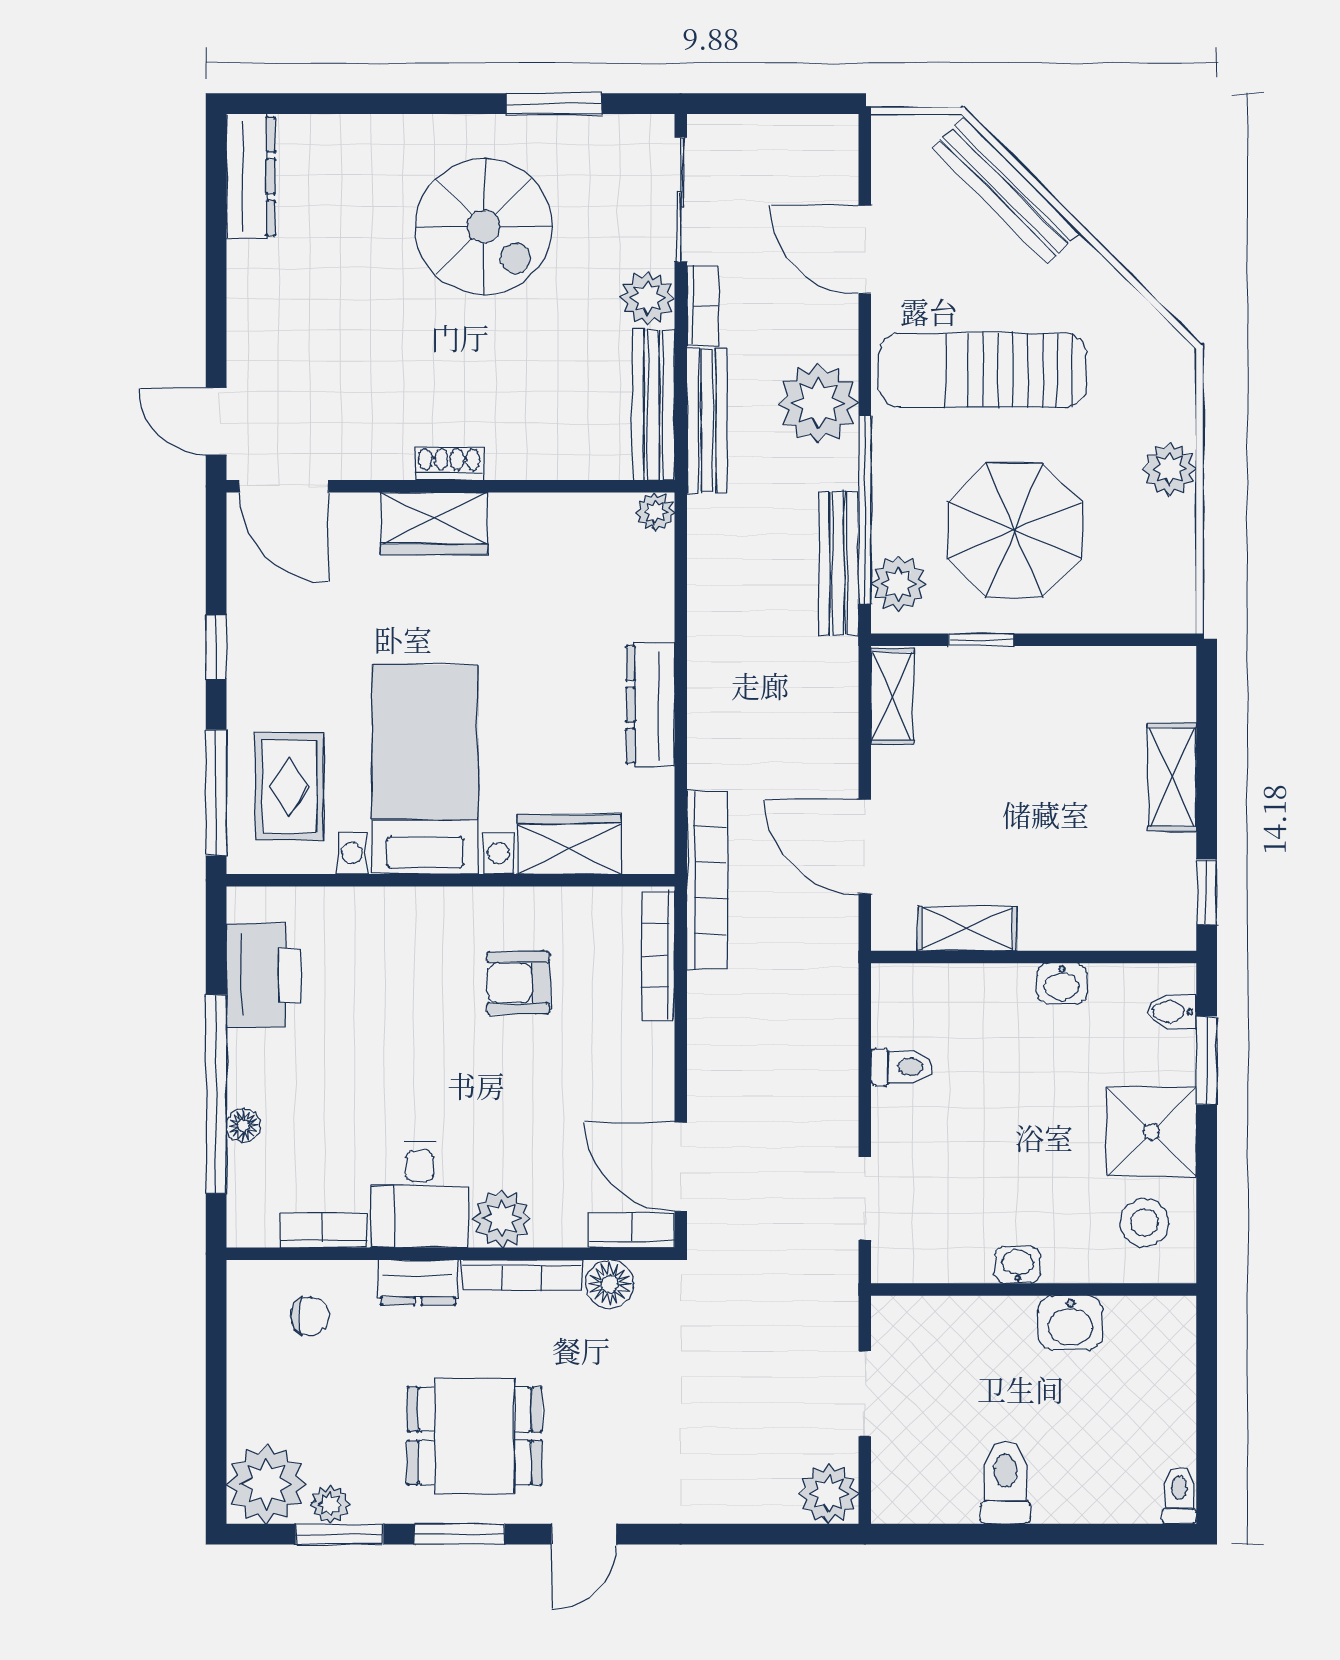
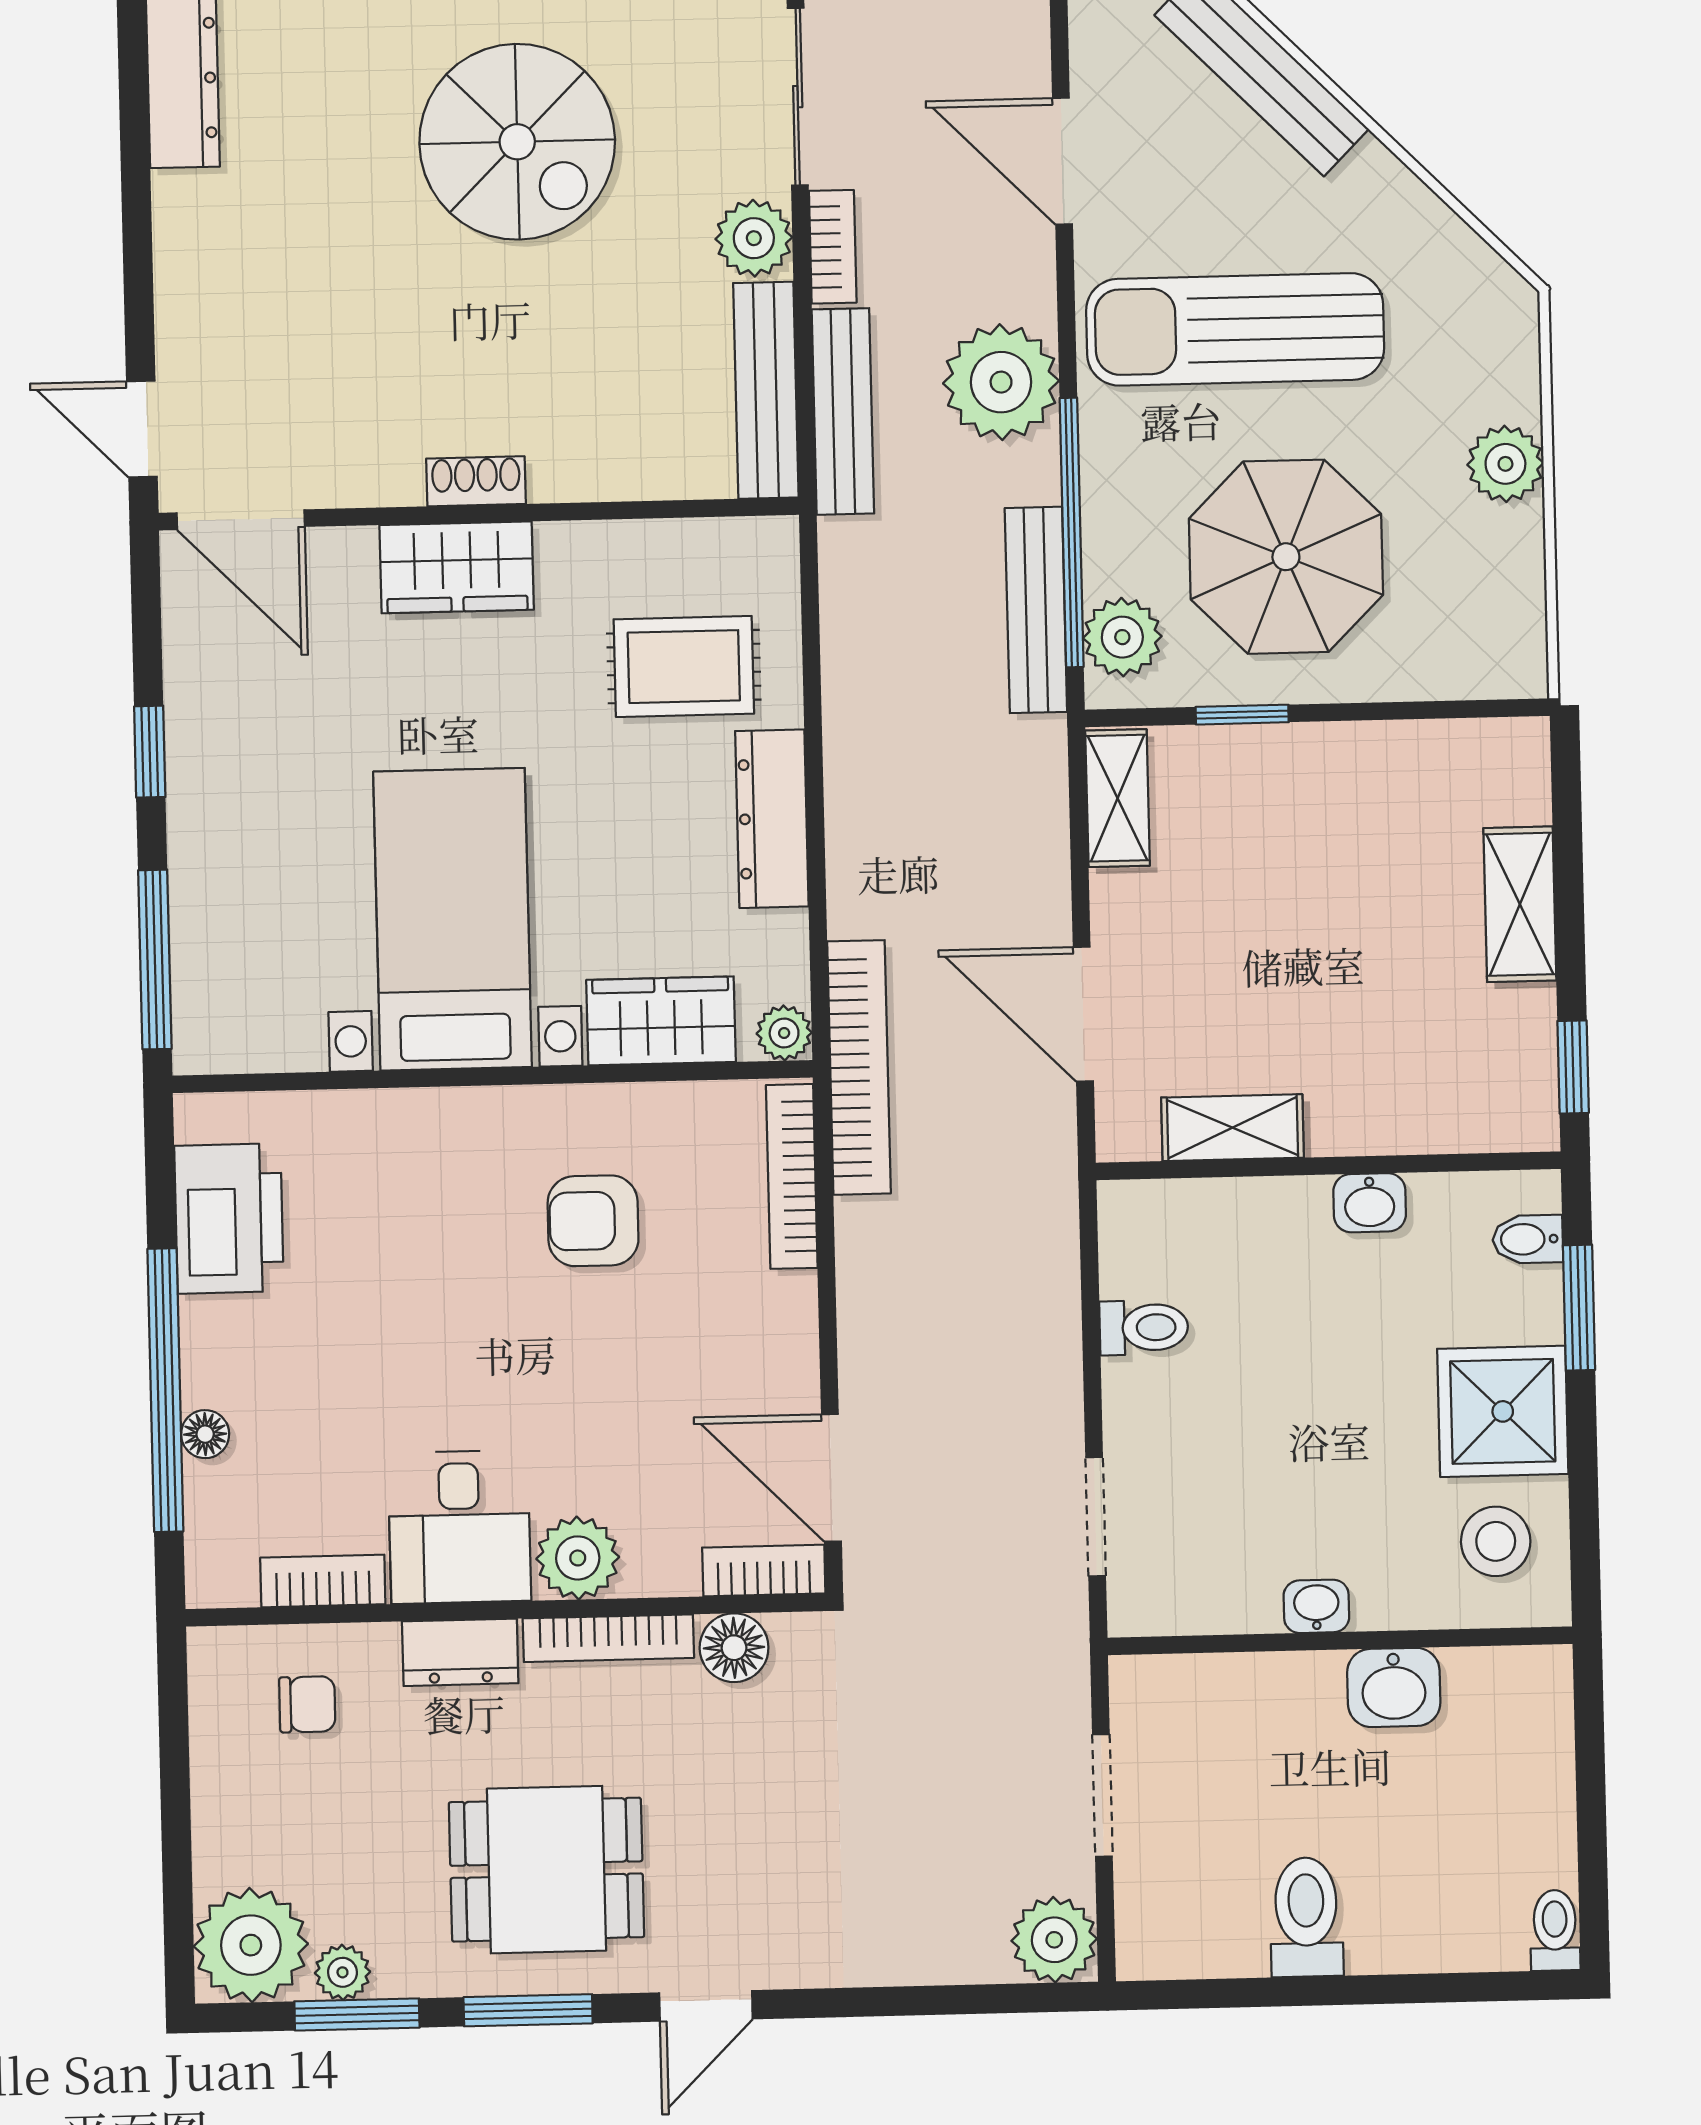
plant: (655, 512) -> (784, 1033), moved
rug: (289, 787) -> (684, 667), moved, turned 90

